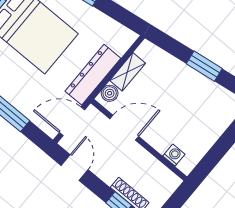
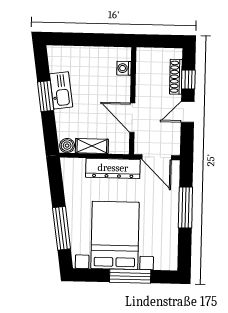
kitchen sink: (198, 84) -> (61, 90), added
boiler: (110, 93) -> (67, 146), moved
door: (75, 168) -> (188, 112), moved

